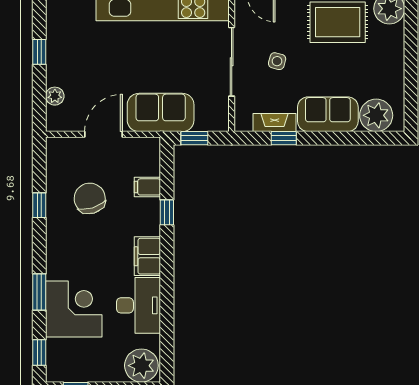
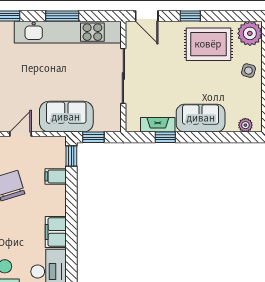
side table: (277, 61) -> (248, 71), moved
plant: (376, 115) -> (245, 125), width x0.53, depth x0.53
door: (104, 134) -> (21, 134), width x0.73
window: (167, 212) -> (71, 156), moved

